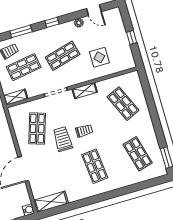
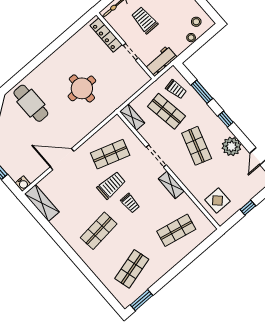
plant: (79, 23) -> (231, 146), width x1.88, depth x1.88
shop shelf: (63, 56) -> (197, 146), turned 33
display table: (99, 57) -> (217, 200), moved
shop shelf: (123, 104) -> (176, 230), turned 36

